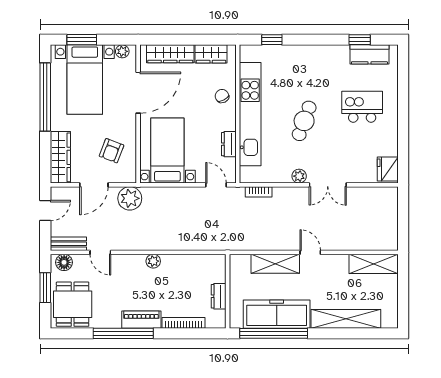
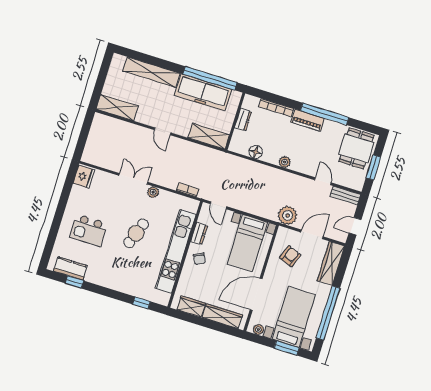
chair: (222, 96) -> (199, 259), moved
floor lamp: (64, 262) -> (256, 152), moved
shelving: (275, 264) -> (209, 136), moved

